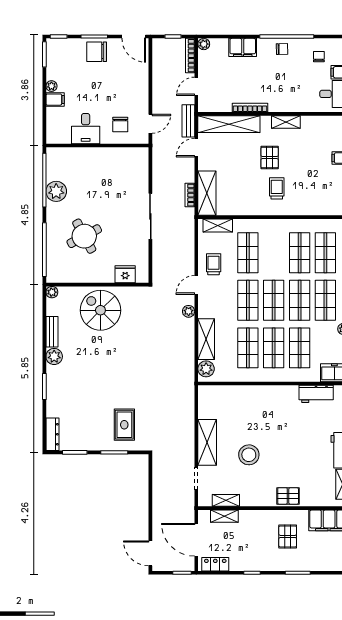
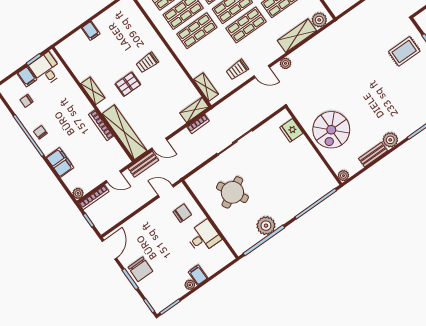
shelving: (207, 193) -> (194, 110), width x0.67, depth x0.75
round table: (84, 236) -> (232, 192), moved
shop shelf: (248, 253) -> (197, 31), moved

